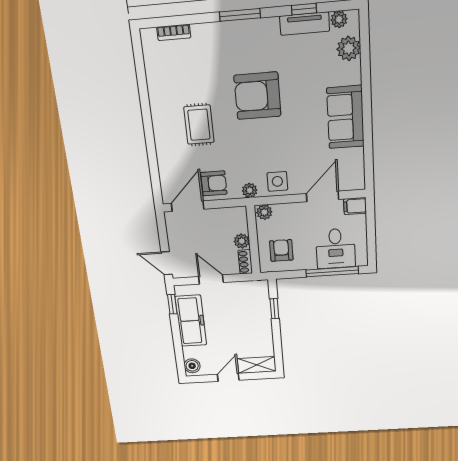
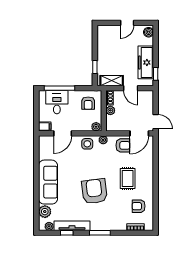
tv unit: (305, 24) -> (72, 226), width x1.41
armchair: (173, 74) -> (139, 206), added
armchair: (257, 96) -> (94, 191), turned -97
sofa: (345, 117) -> (48, 182), width x1.36
armchair: (214, 183) -> (123, 145), turned 180
door: (167, 263) -> (156, 122), moved
shelving: (257, 365) -> (112, 81), moved

